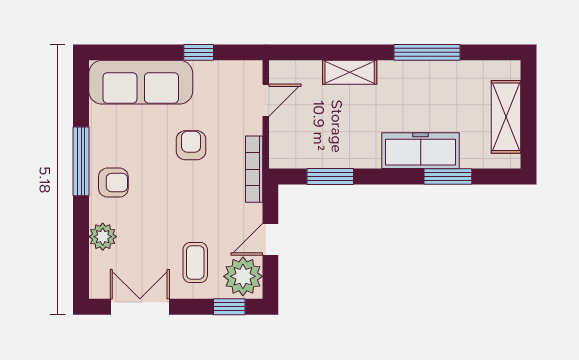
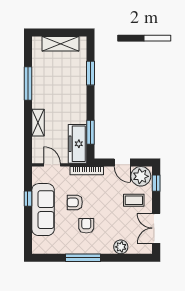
sofa: (141, 82) -> (43, 210), moved
freezer: (421, 151) -> (78, 144), moved
armchair: (113, 183) -> (86, 226), moved

